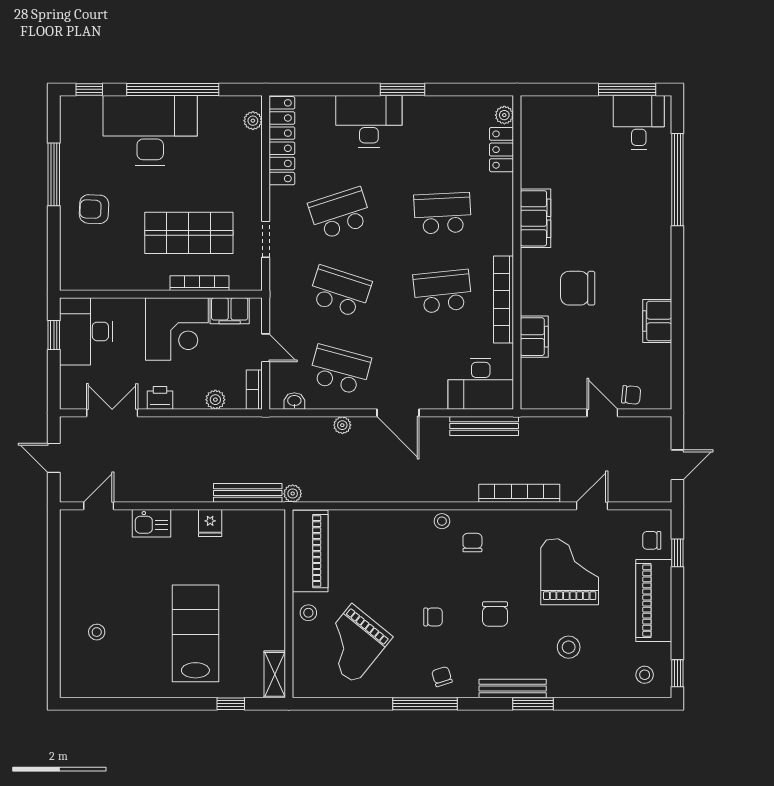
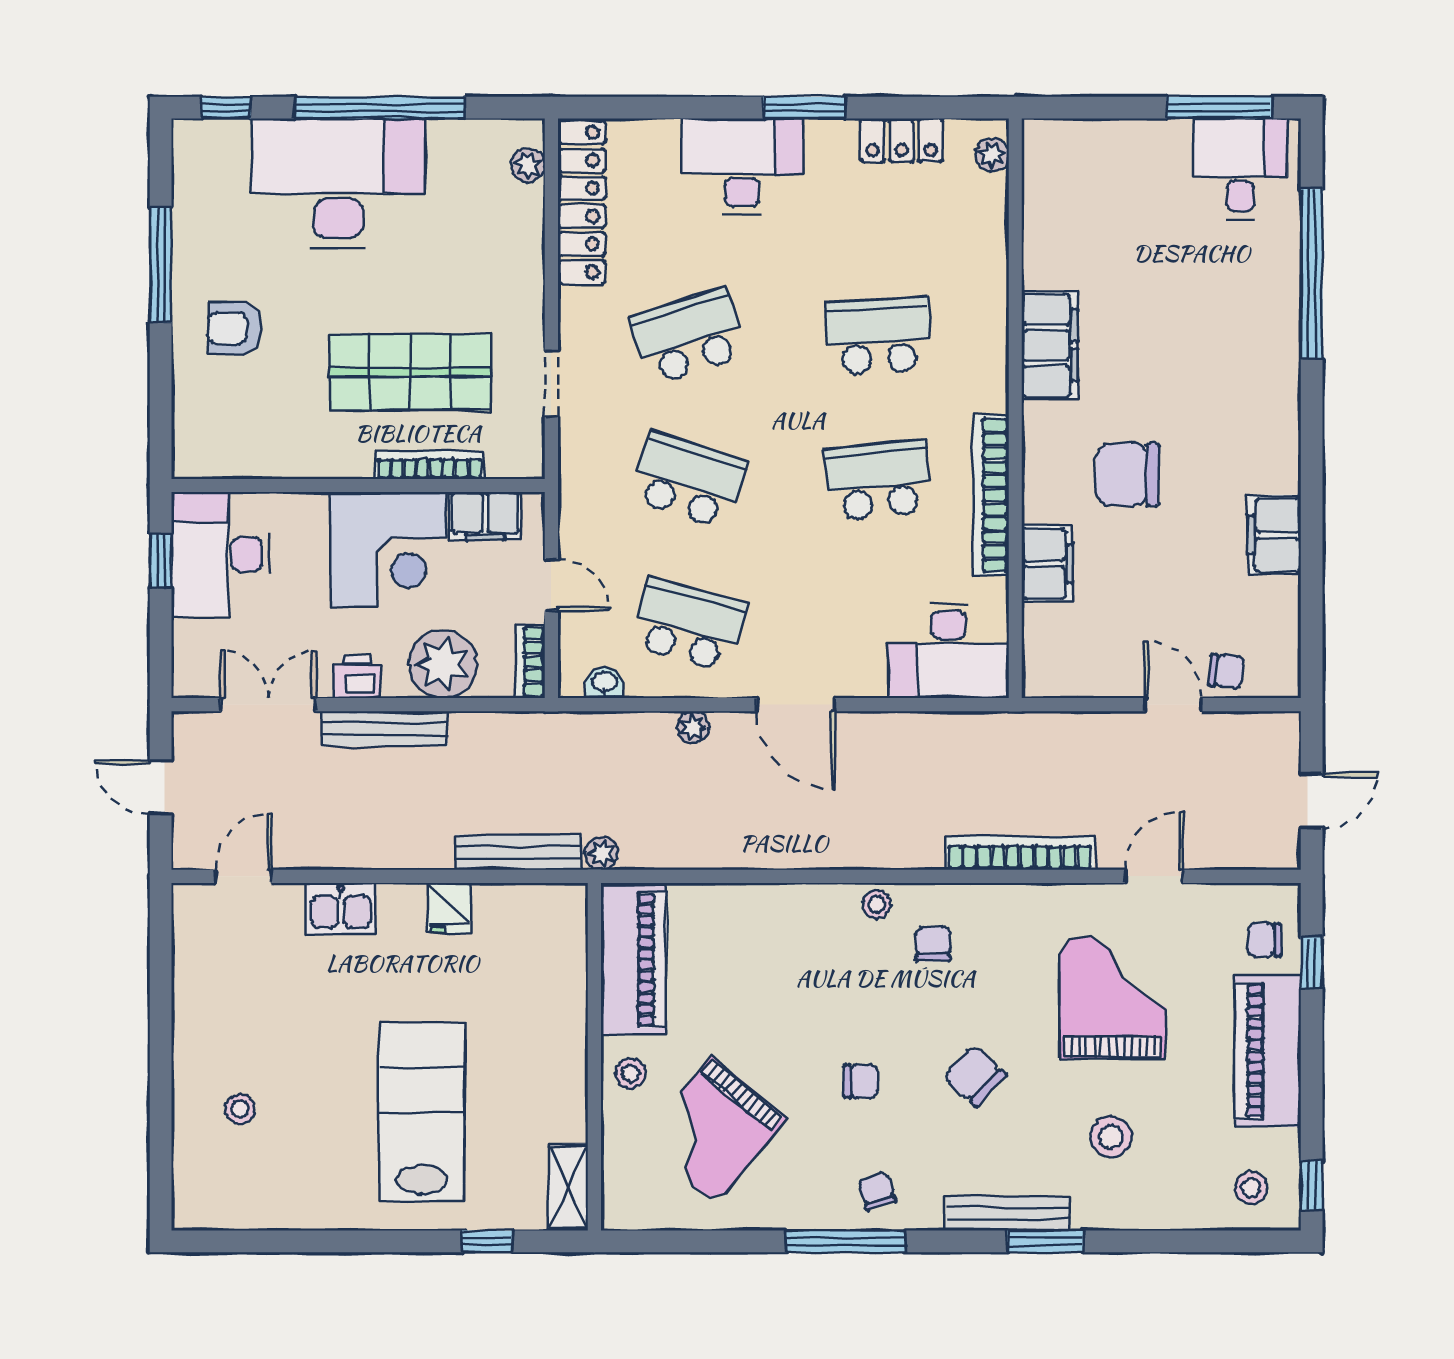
locker: (501, 150) -> (901, 140), moved, turned -90
plant: (215, 400) -> (443, 664), width x1.87, depth x1.87
bench: (484, 426) -> (384, 729), moved
chair: (495, 614) -> (975, 1076), turned 133

